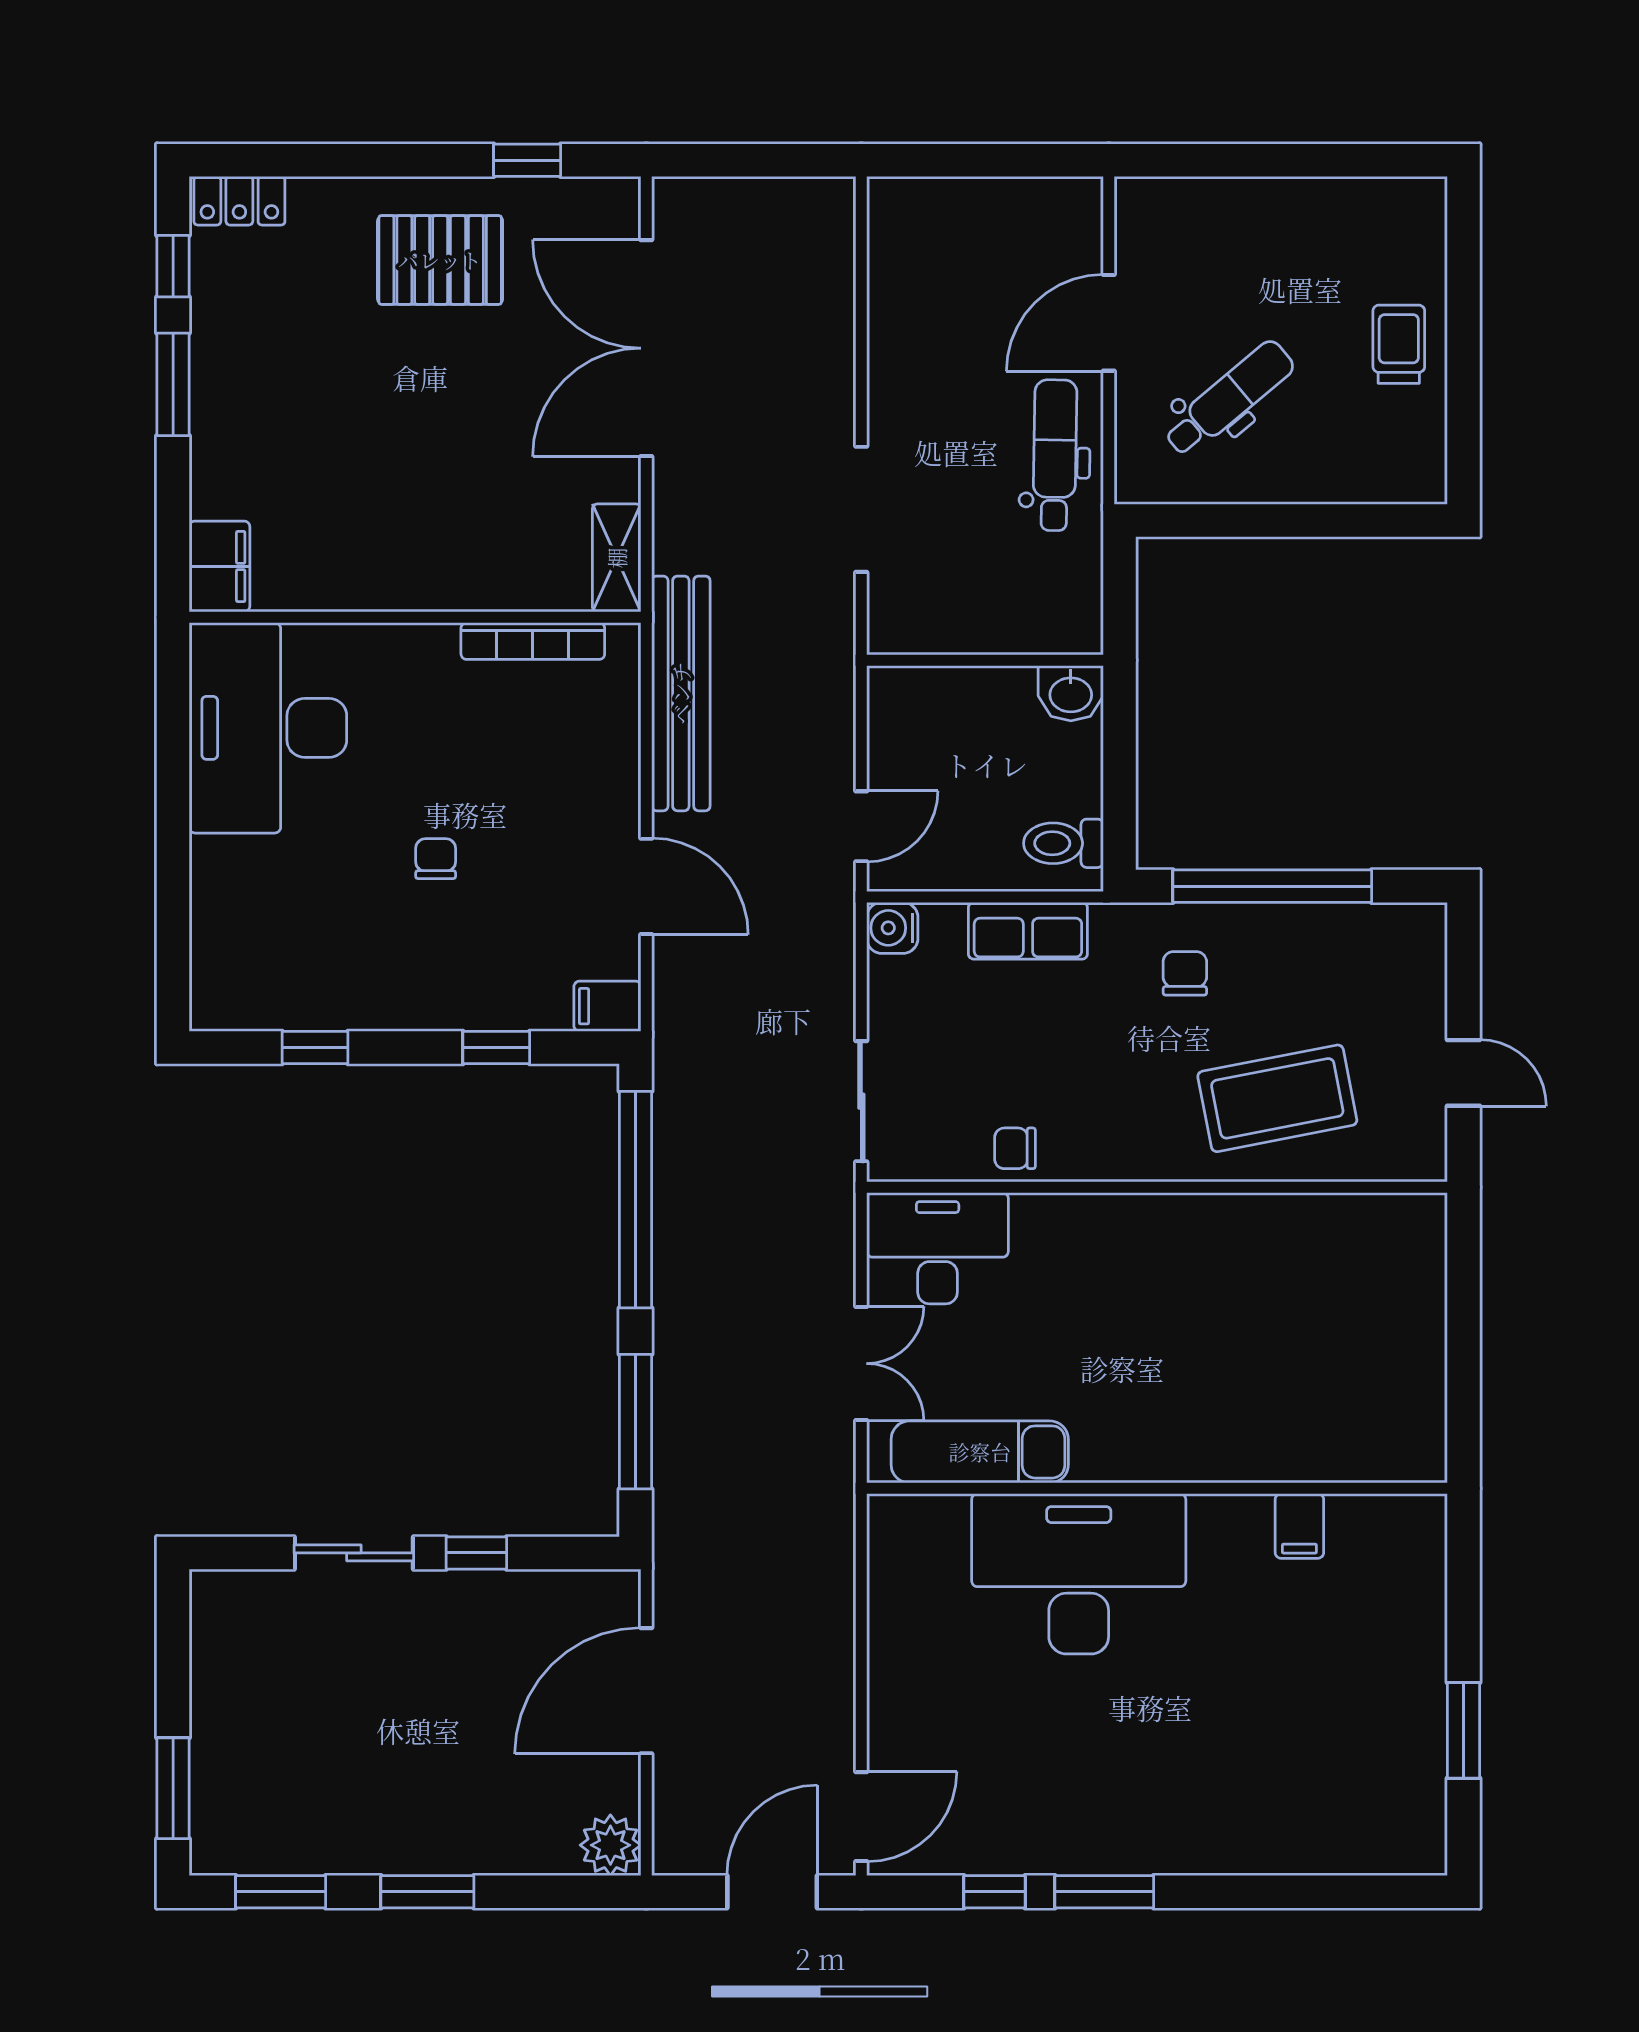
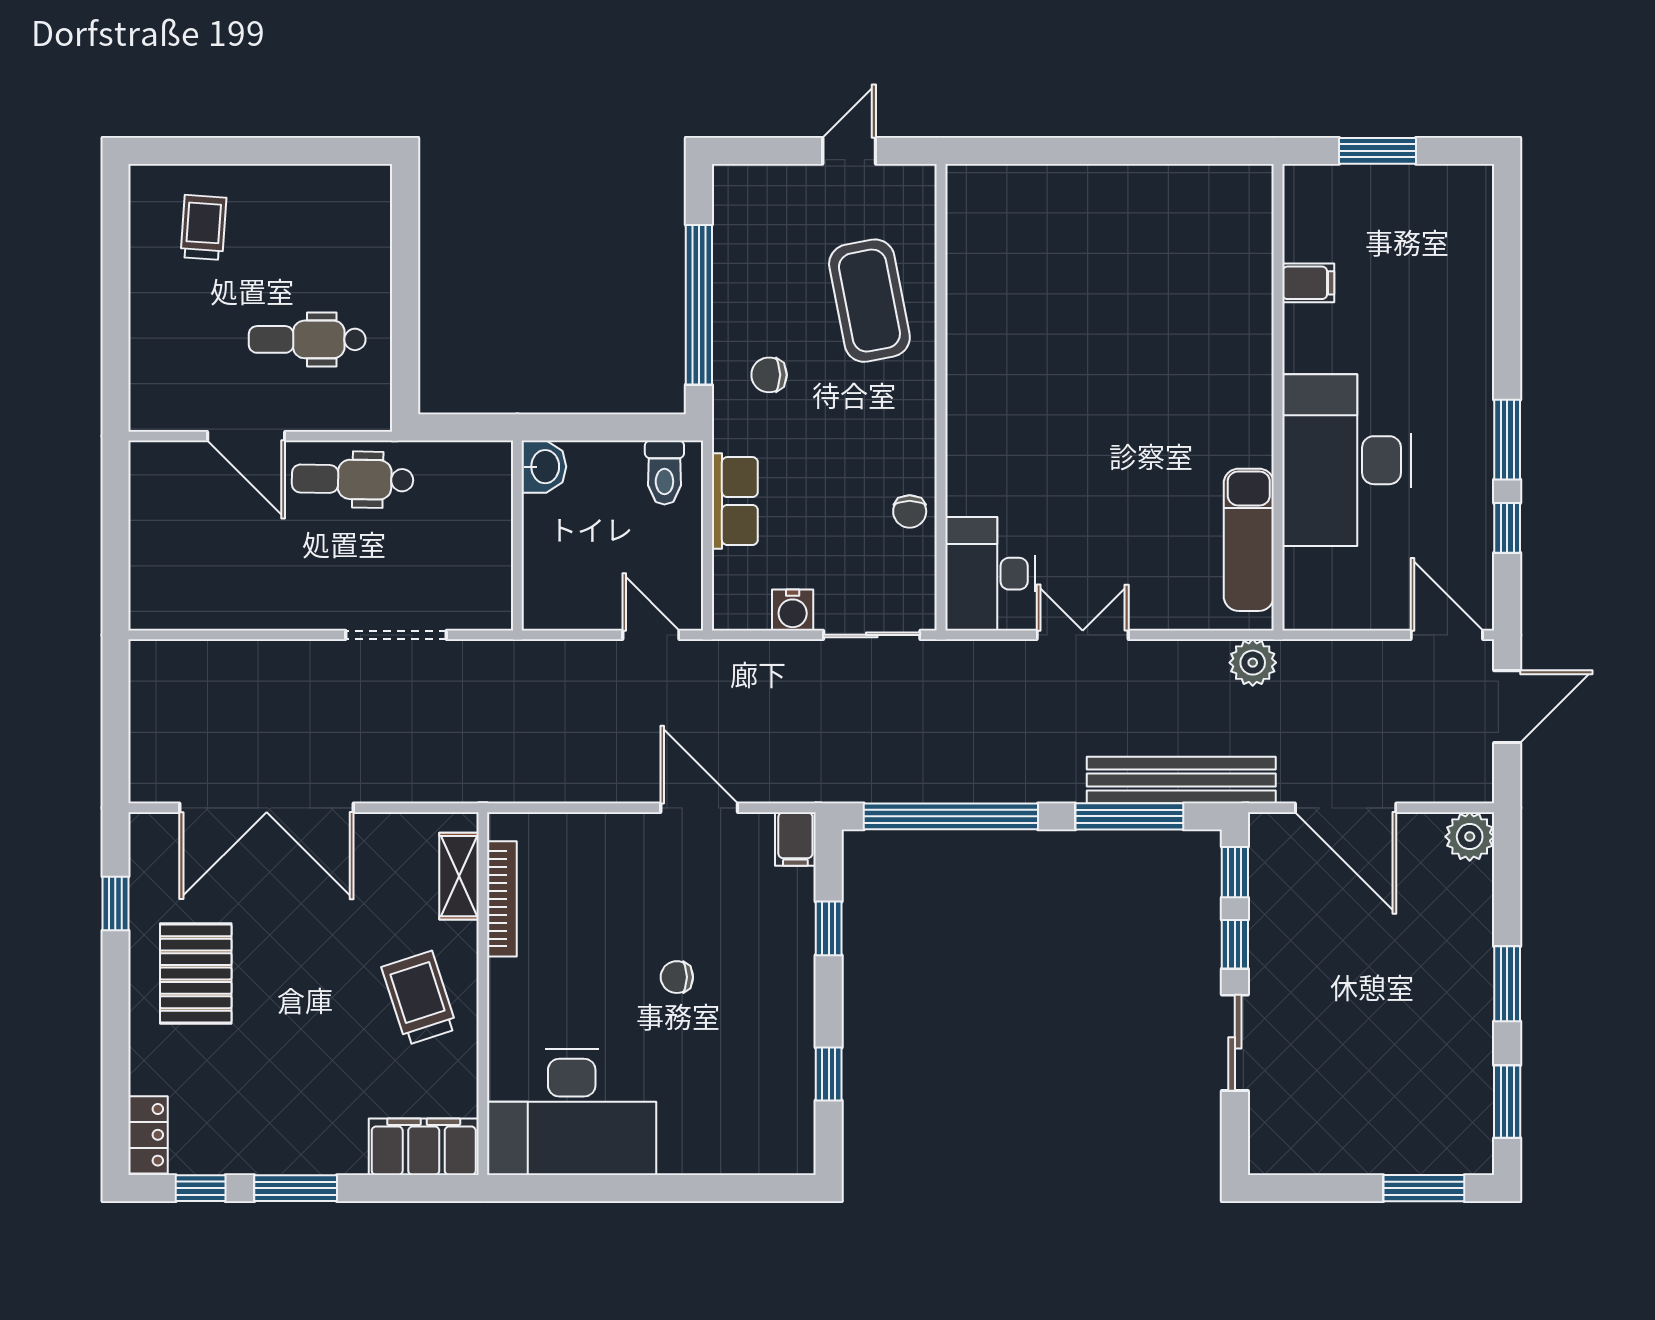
trolley: (1399, 344) -> (203, 227), moved, turned 94
dental chair: (1229, 399) -> (307, 339), turned -50
trolley: (410, 538) -> (419, 998), added
shelving: (617, 558) -> (459, 876), moved, turned 90
filing cabinet: (220, 566) -> (424, 1147), width x1.50, depth x1.17
bench: (681, 693) -> (1181, 780), moved
door: (646, 886) -> (699, 808), hinge flipped
water cooler: (892, 928) -> (793, 610), moved
exam couch: (980, 1452) -> (1249, 540), moved
wall: (1157, 1488) -> (1278, 397), moved
filing cabinet: (1299, 1526) -> (1308, 283), moved
window: (566, 1553) -> (1235, 872), added
desk: (1079, 1574) -> (1347, 460), moved
plant: (827, 1575) -> (1253, 663), added
door: (772, 1892) -> (1507, 707), swing flipped

